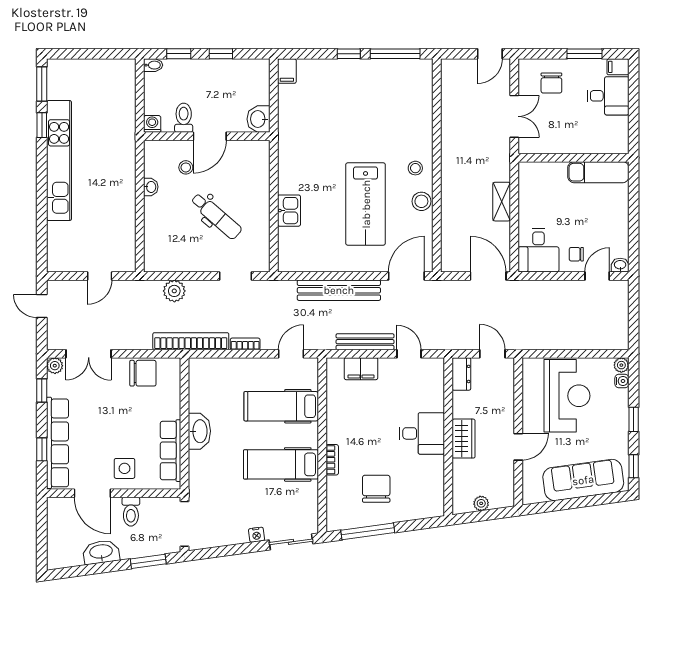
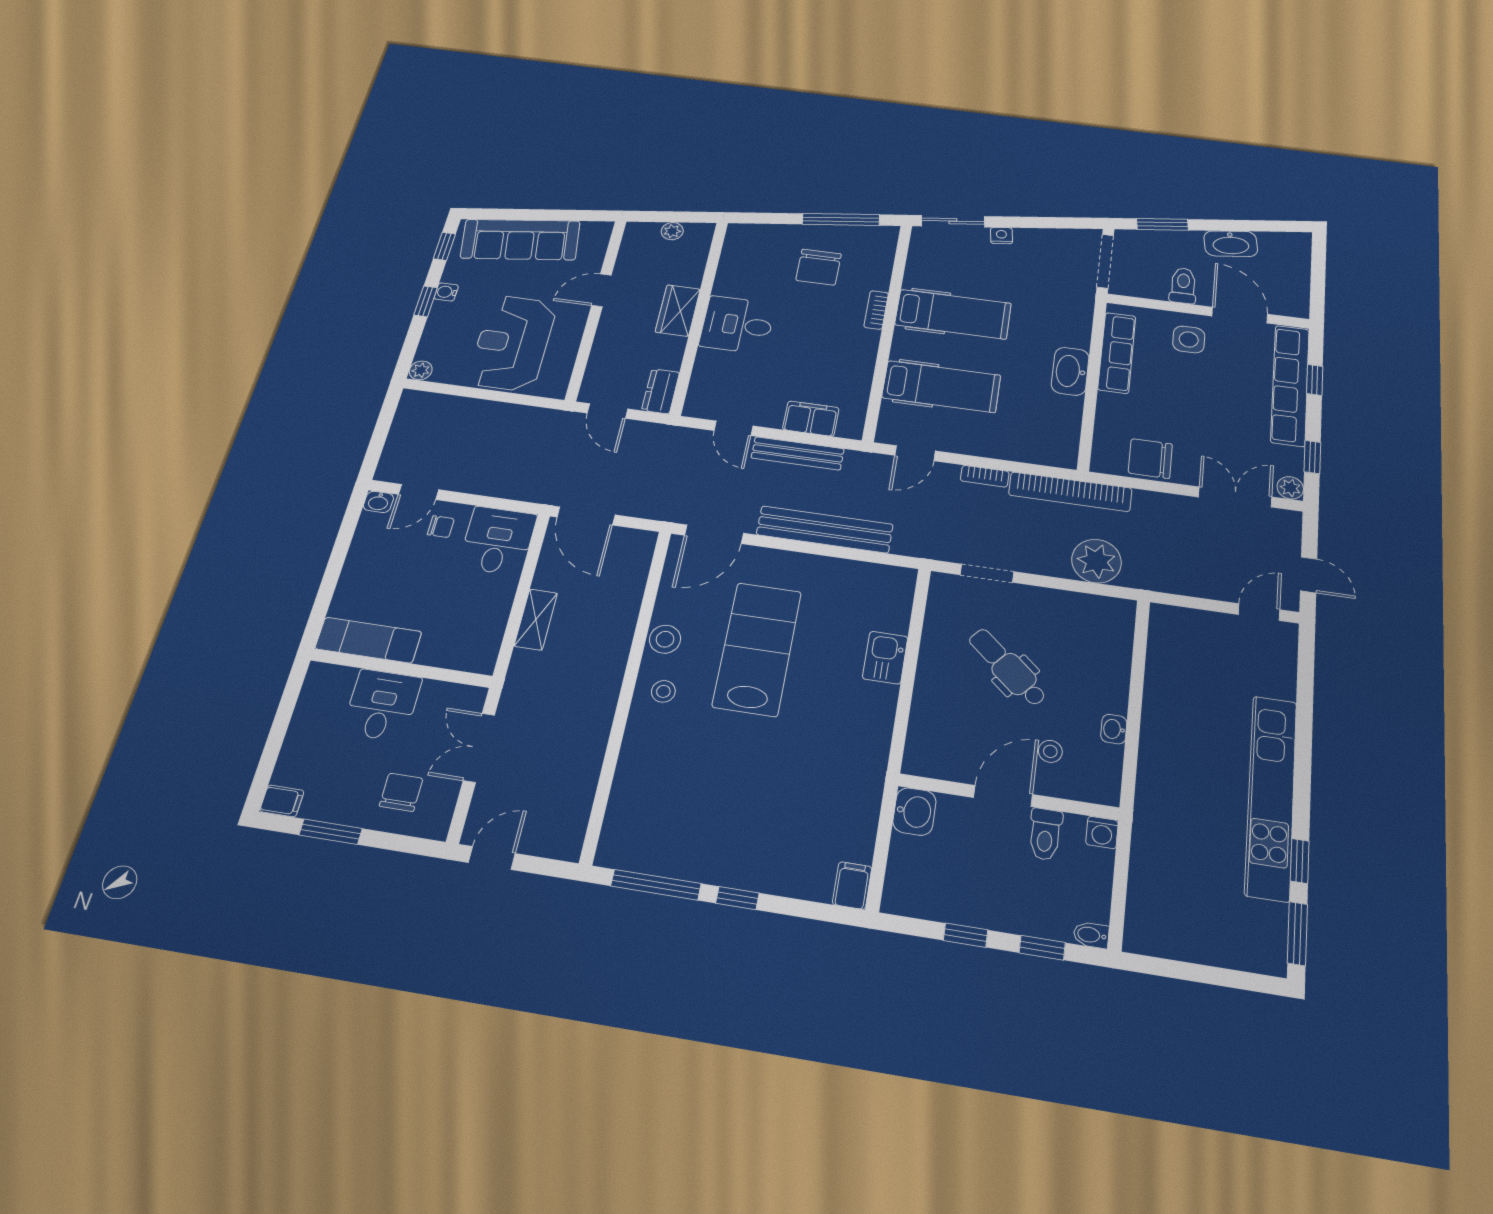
desk: (608, 96) -> (382, 705), moved, turned 90
door: (100, 276) -> (1259, 612), moved
plant: (174, 291) -> (1096, 561), width x1.36, depth x1.36
water cooler: (622, 381) -> (446, 292), moved

